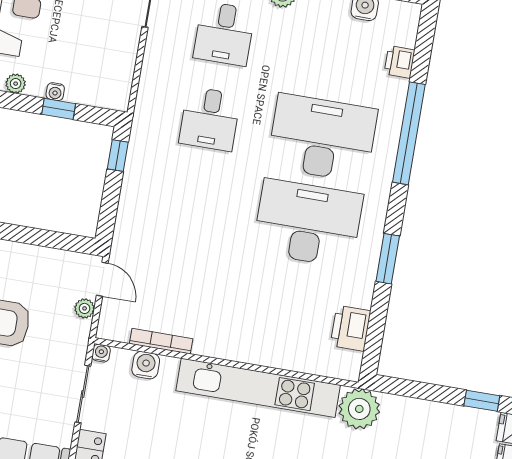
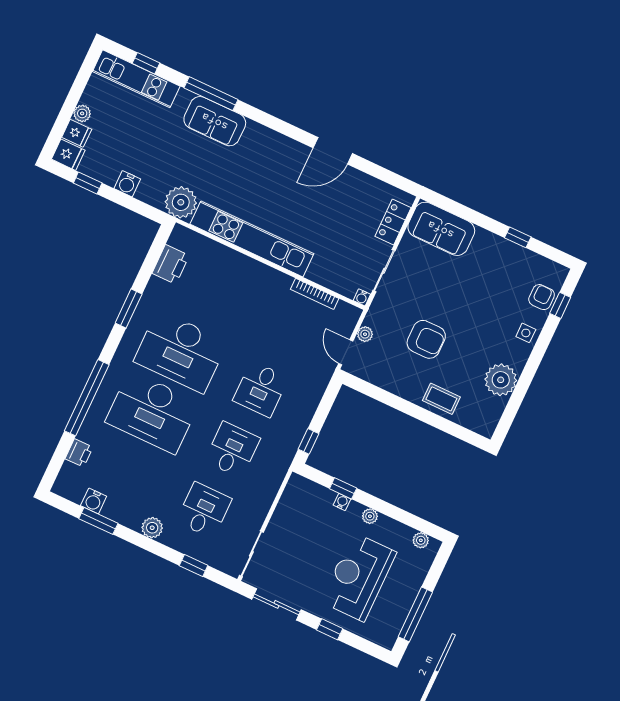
desk: (195, 204) -> (261, 389), added
water cooler: (146, 365) -> (127, 184), moved

